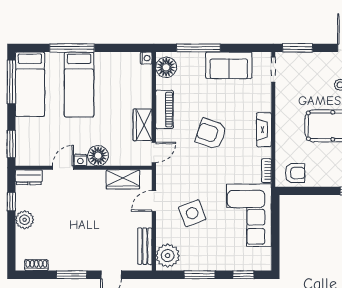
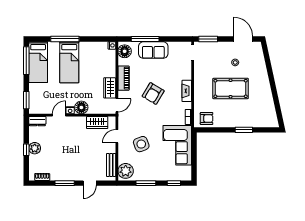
sofa: (229, 65) -> (153, 50), moved
armchair: (211, 134) -> (153, 94), turned -78
window: (11, 202) -> (26, 150), moved

